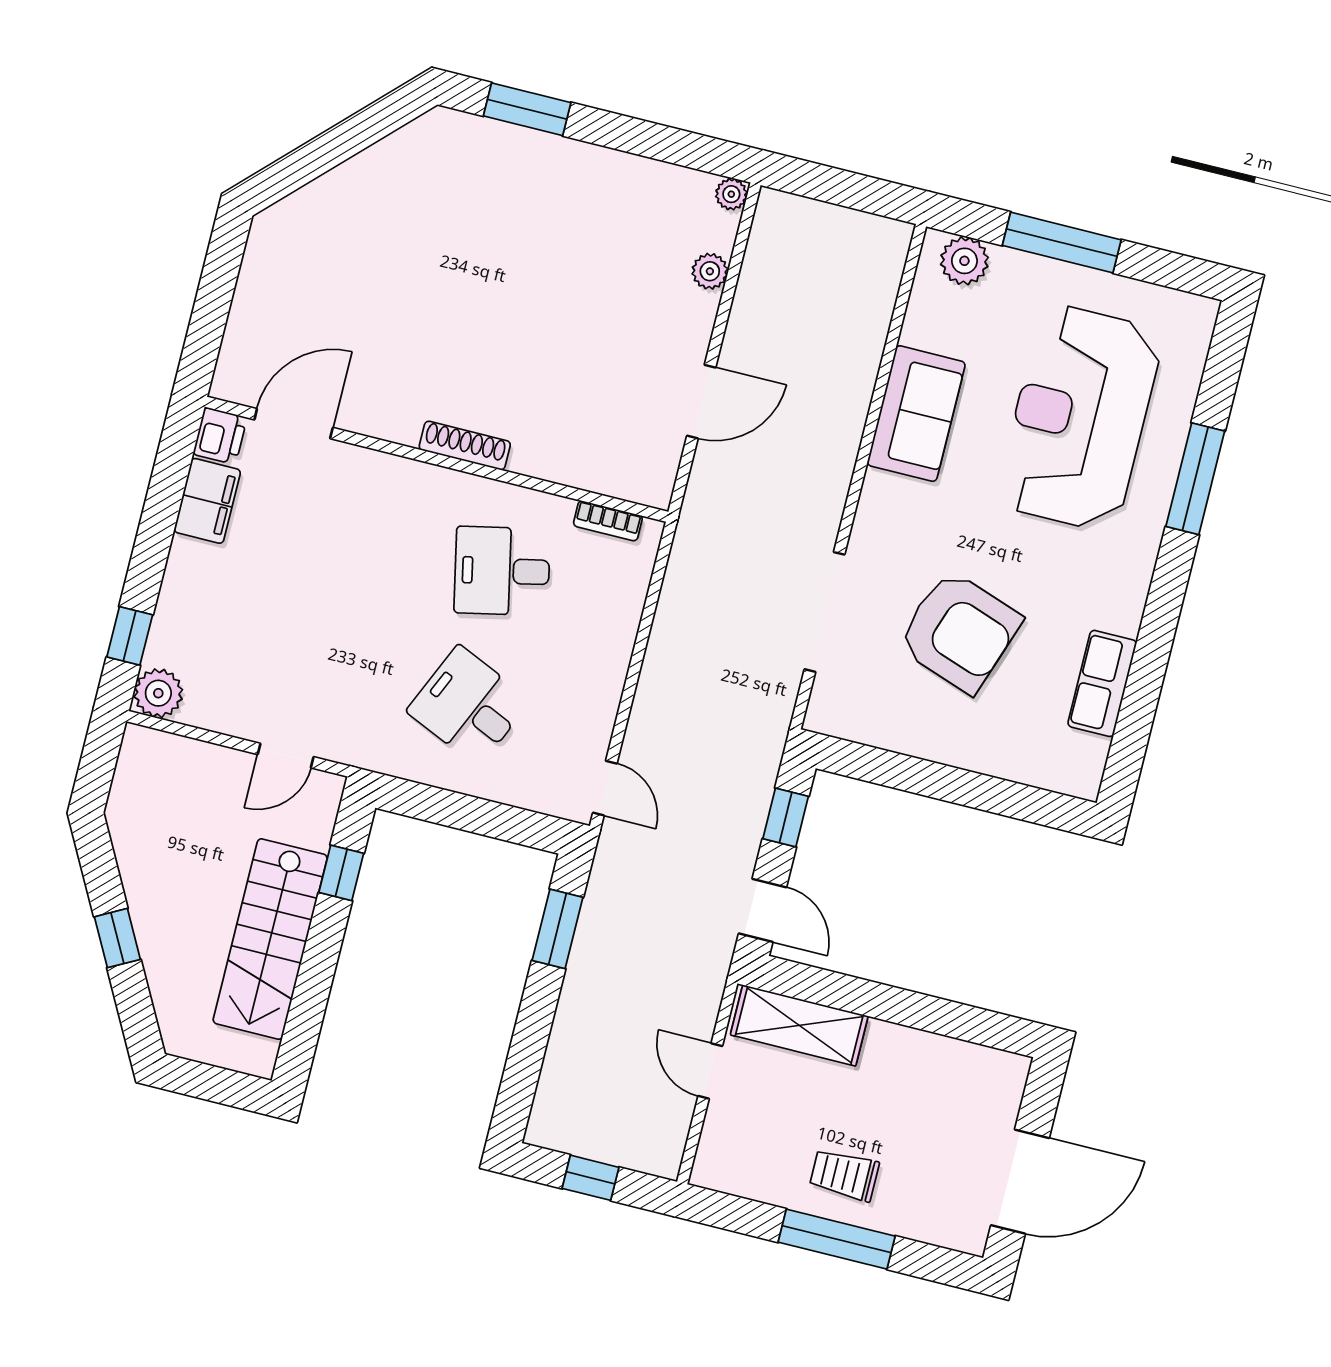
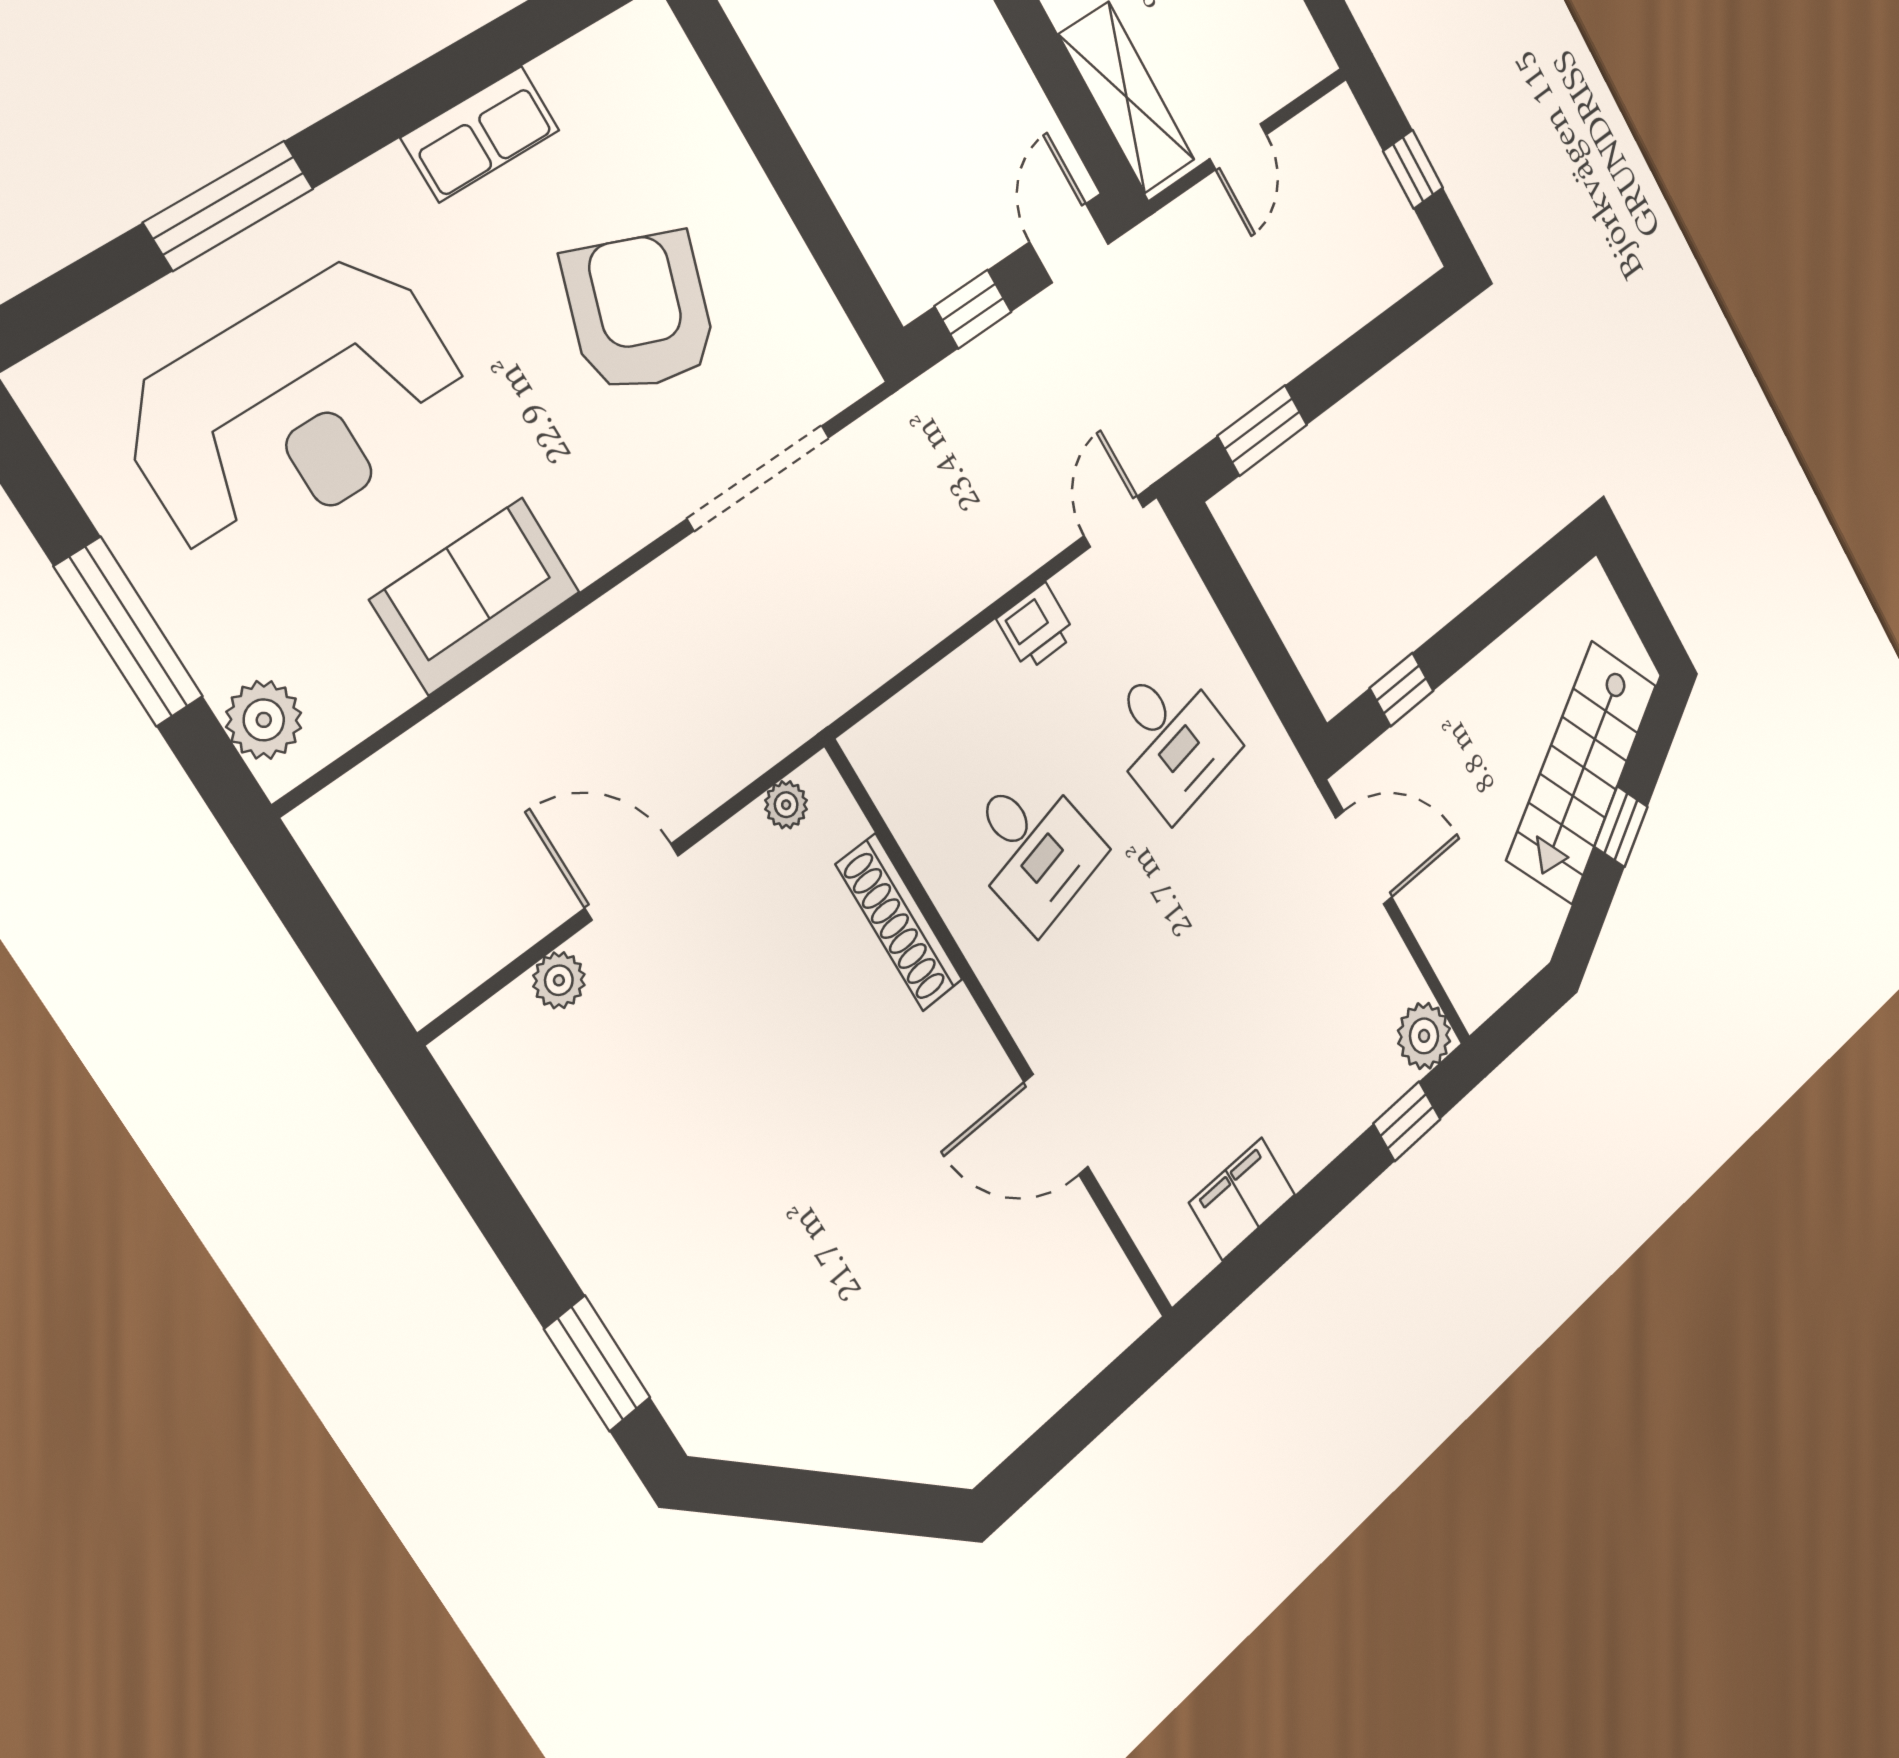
plant: (731, 194) -> (786, 805), moved
door: (701, 402) -> (632, 882), moved
door: (294, 424) -> (1056, 1125), moved
printer: (220, 436) -> (1036, 627), moved, turned 180
shoe rack: (465, 446) -> (899, 922), moved, width x1.36, depth x1.24
bookcase: (608, 521) -> (891, 798), removed
row of seats: (1102, 683) -> (481, 134), moved
desk: (469, 706) -> (1171, 738), turned -33
door: (286, 756) -> (1364, 858), width x1.38
stairs: (270, 939) -> (1582, 772), moved, turned 152

